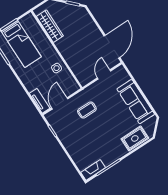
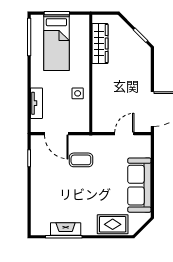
tv unit: (40, 101) -> (36, 103), moved
door: (60, 103) -> (56, 134), swing flipped
fireplace: (93, 170) -> (66, 229), moved

